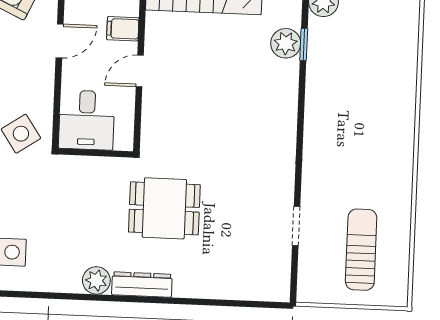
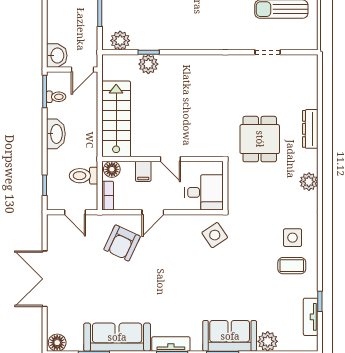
door: (60, 41) -> (153, 212), swing flipped
dresser: (142, 285) -> (310, 129), moved

